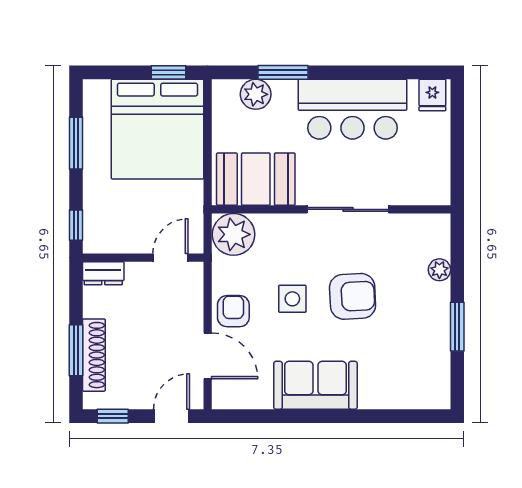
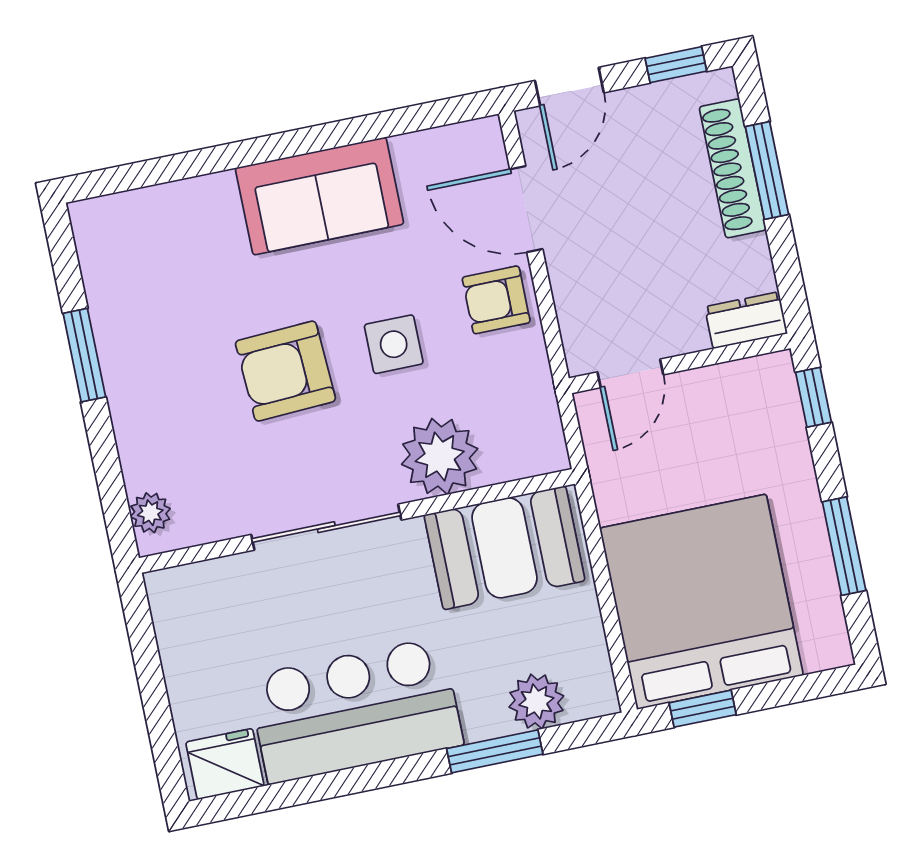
fridge: (432, 95) -> (225, 764), width x1.38
plant: (234, 234) -> (440, 456), moved
plant: (439, 270) -> (150, 513), moved
armchair: (233, 311) -> (496, 300), turned 90

